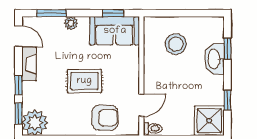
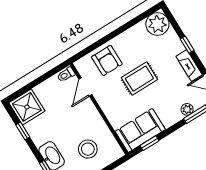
plant: (71, 23) -> (187, 109), moved
window: (19, 114) -> (174, 23), removed
armchair: (105, 118) -> (107, 60), turned -90

